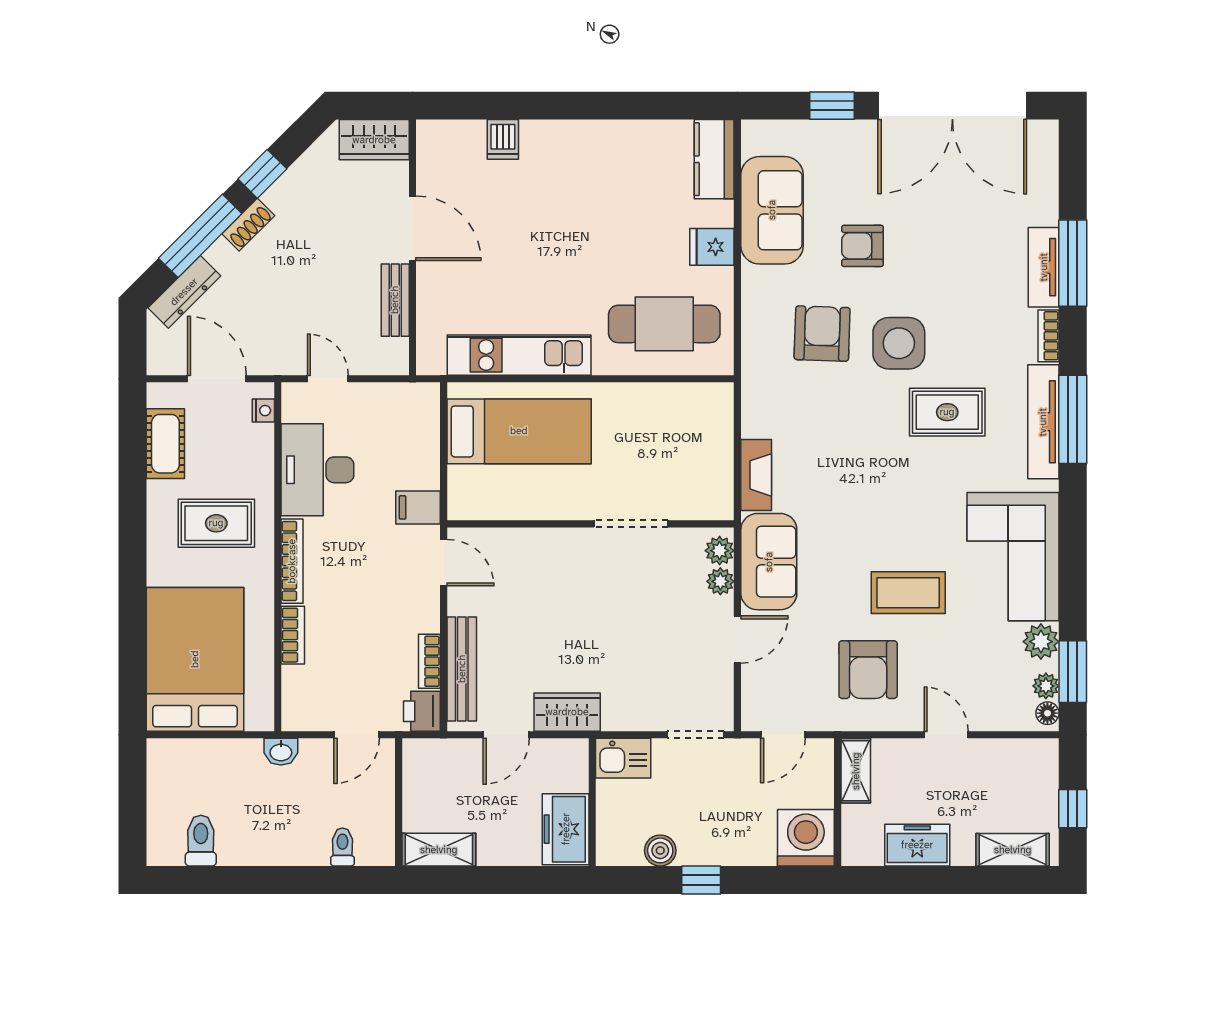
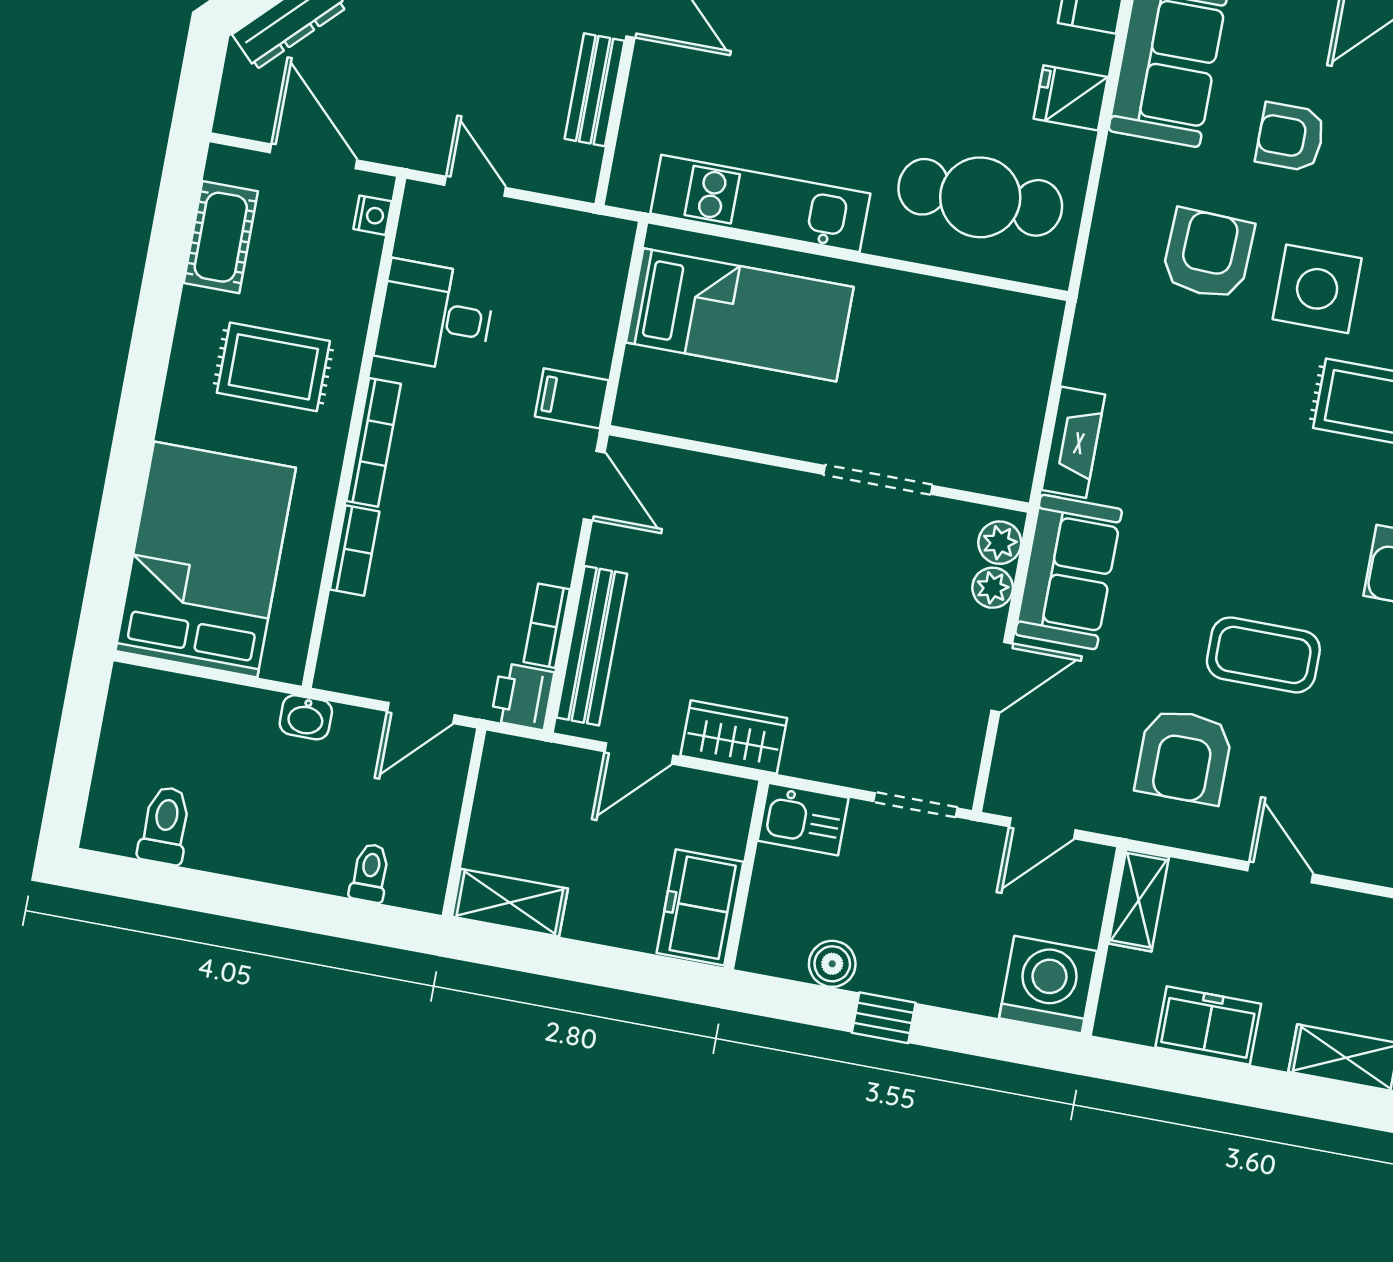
desk: (317, 470) -> (435, 316), width x0.73

